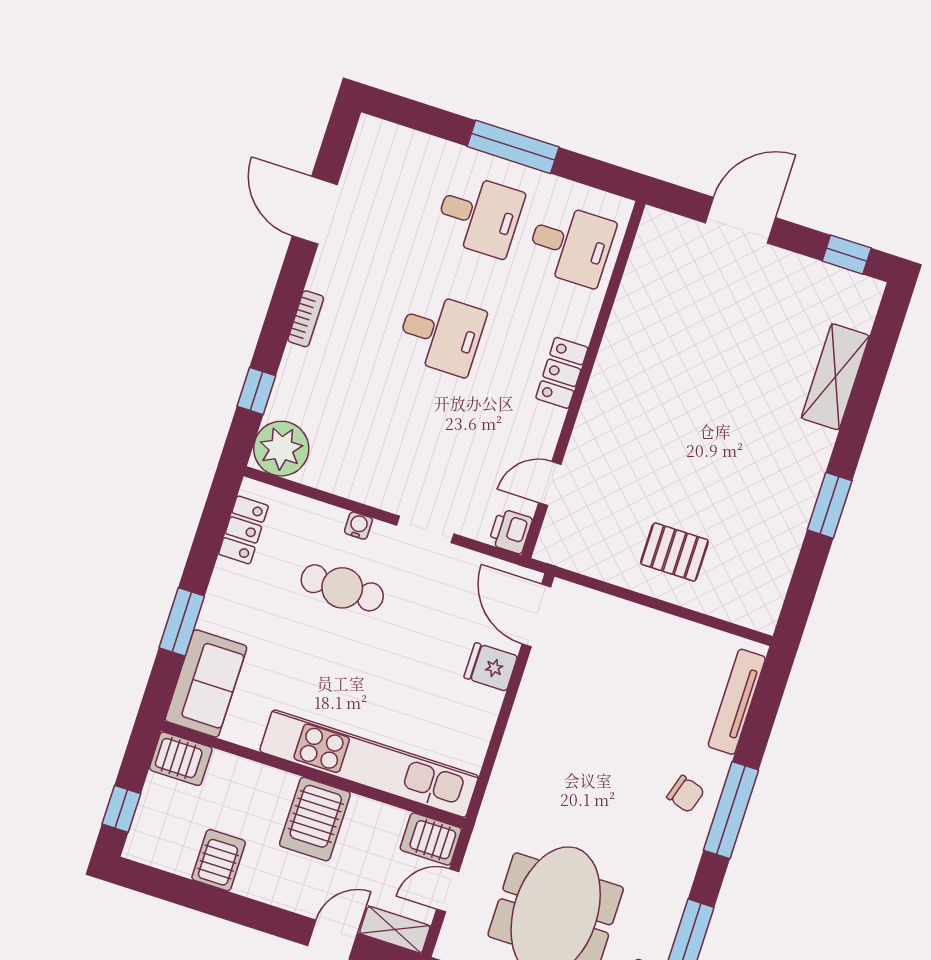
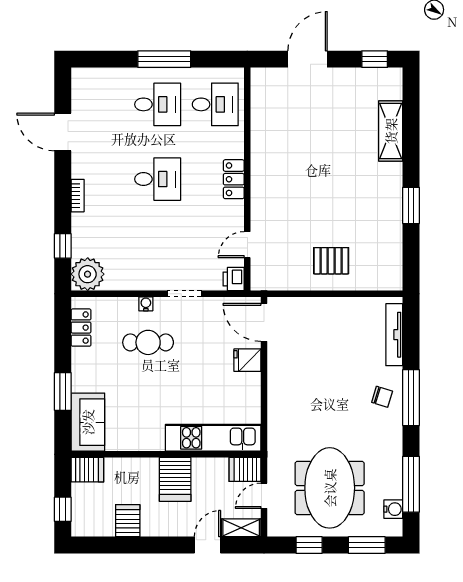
kitchen unit: (369, 764) -> (213, 438), width x0.73

